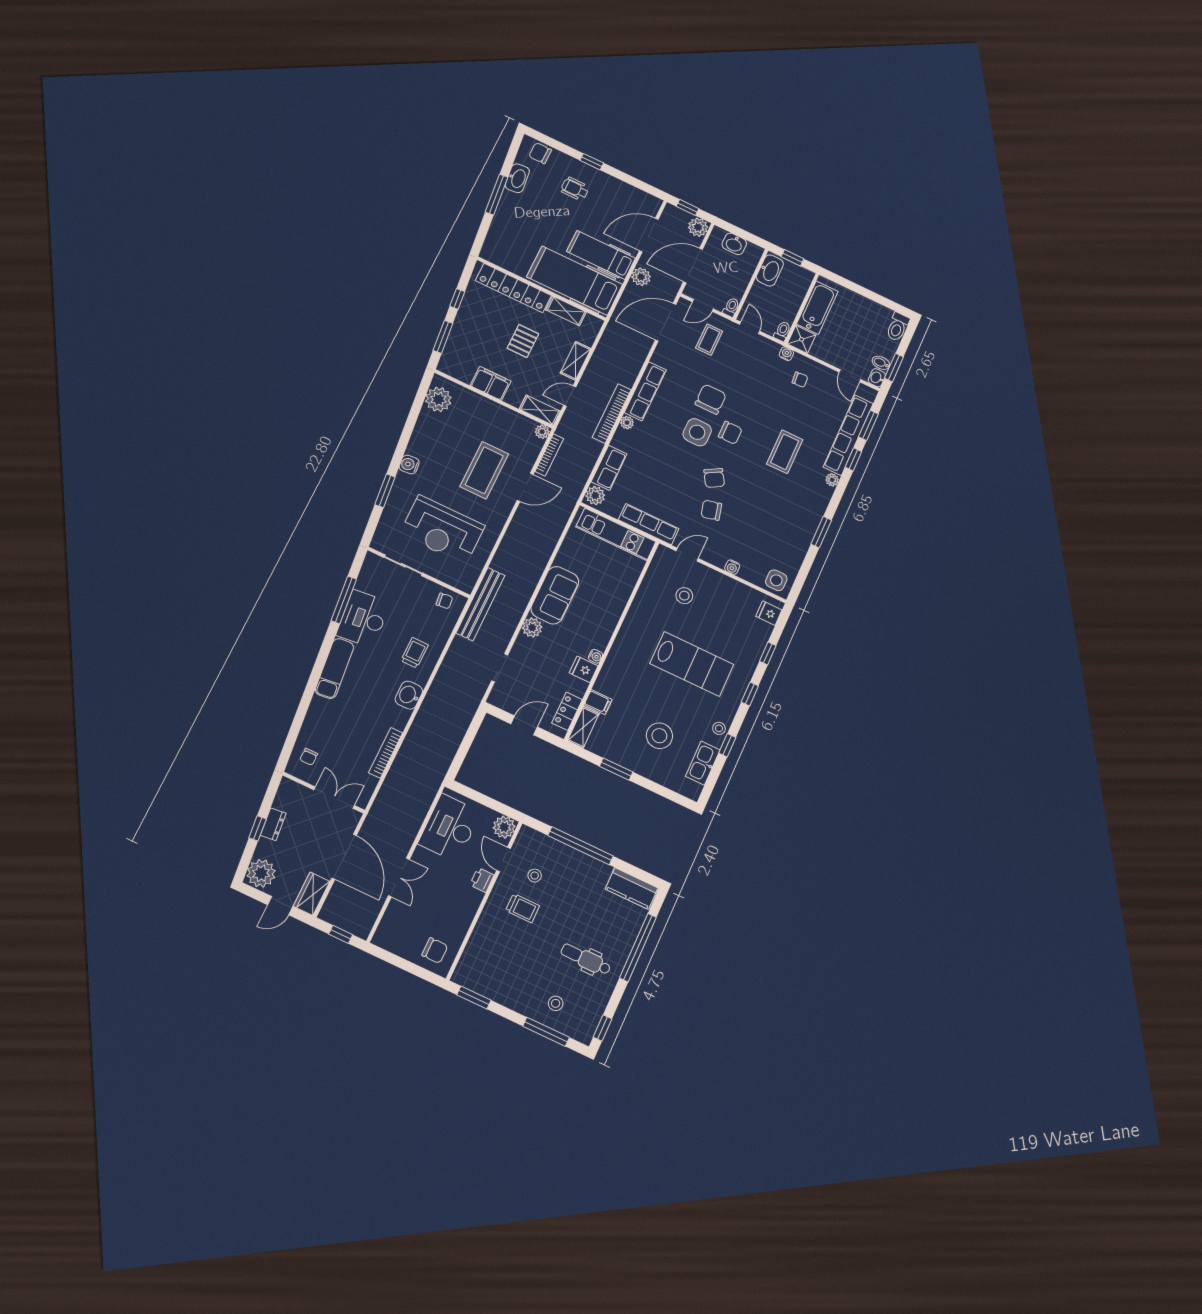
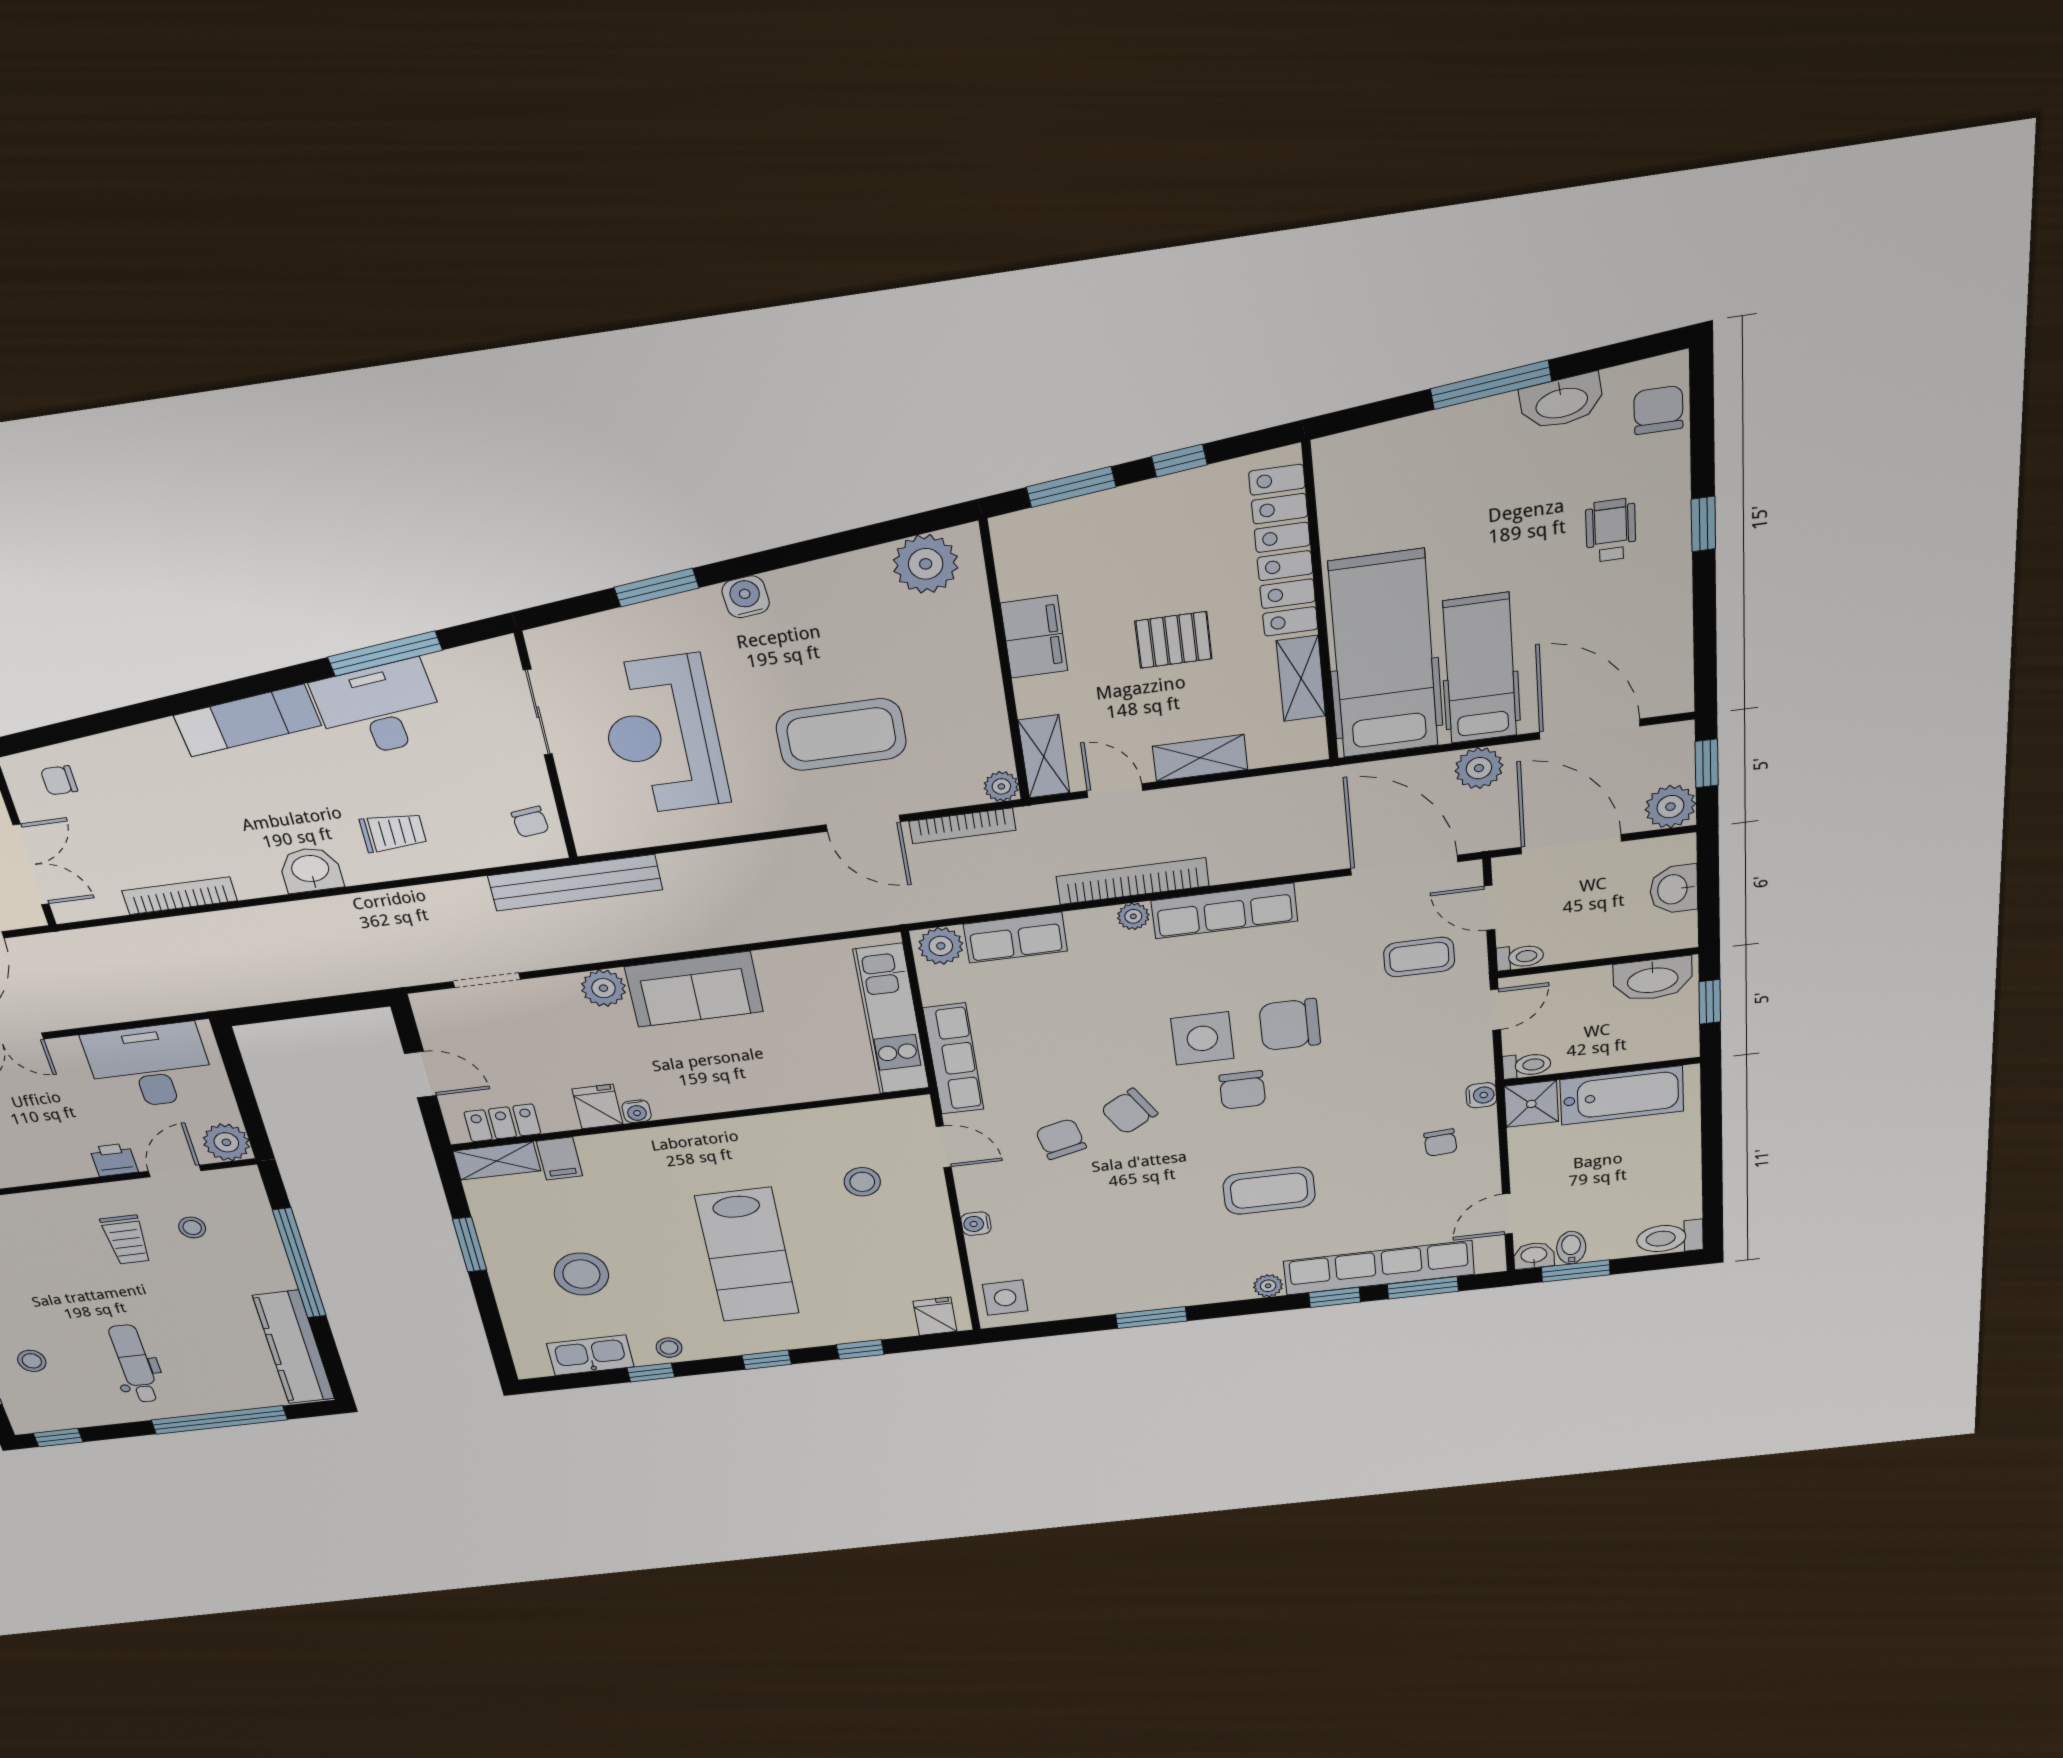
chair: (711, 399) -> (1290, 1025), turned 180
kitchen counter: (632, 888) -> (294, 1347), width x1.50

